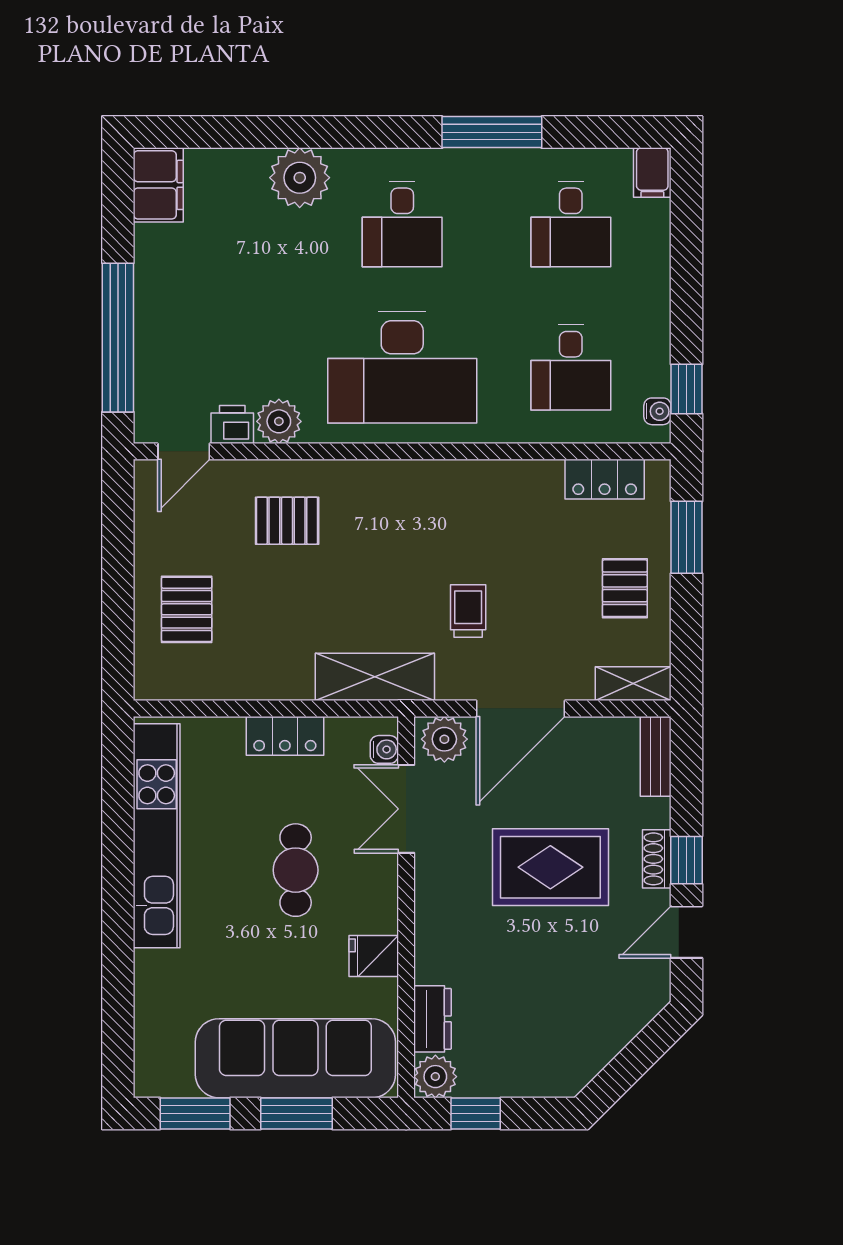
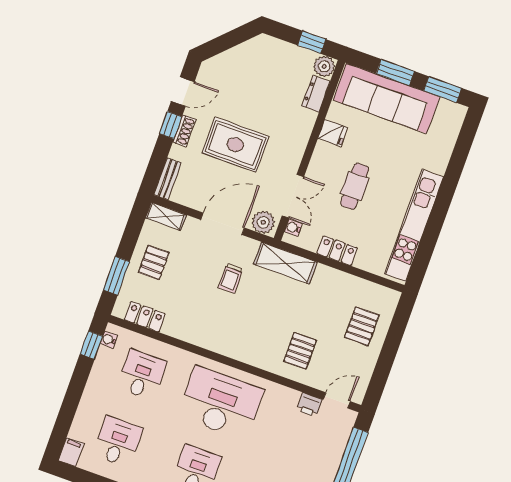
plant: (279, 421) -> (287, 399), removed
pallet: (287, 521) -> (300, 351), turned 90

